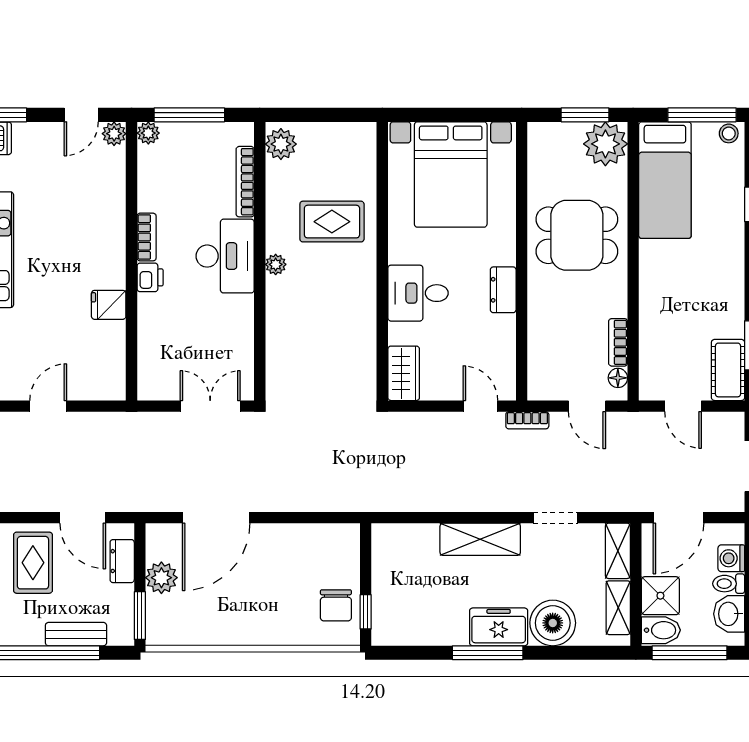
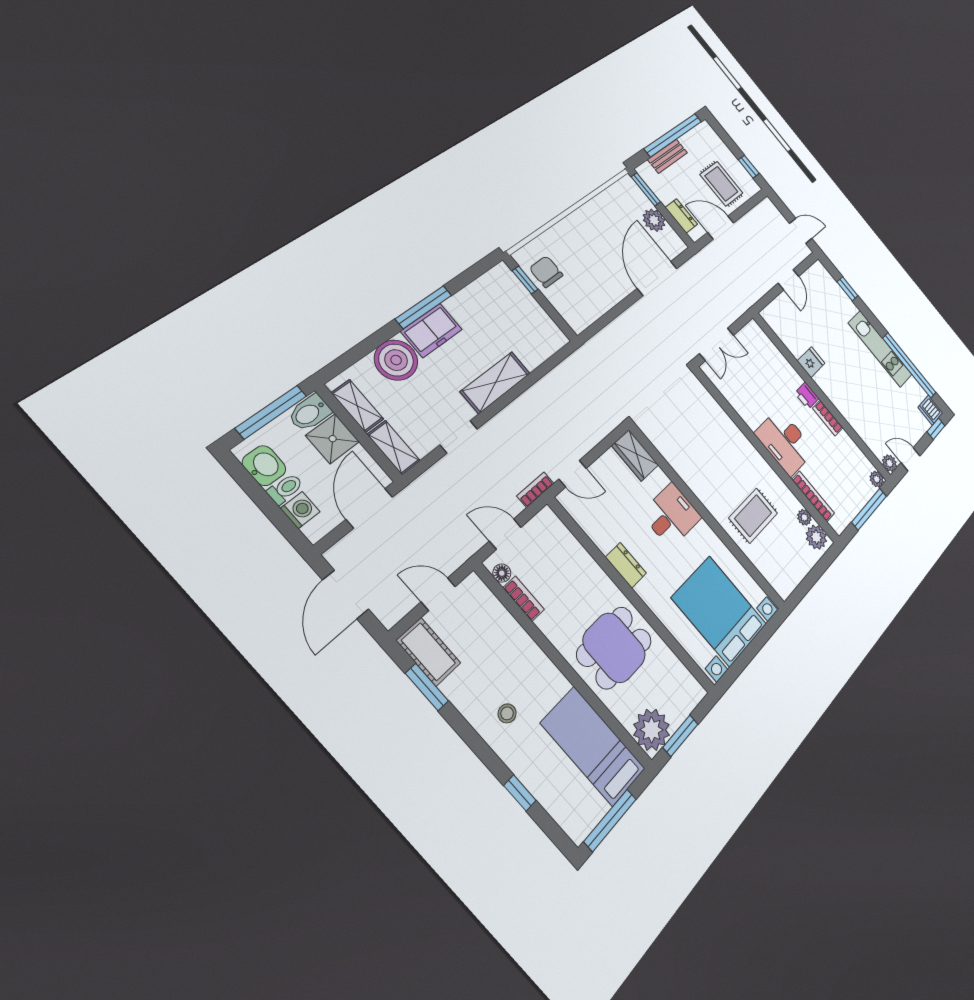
door: (81, 115) -> (911, 459), hinge flipped
stool: (729, 133) -> (507, 713), moved
plant: (276, 264) -> (804, 517), moved

